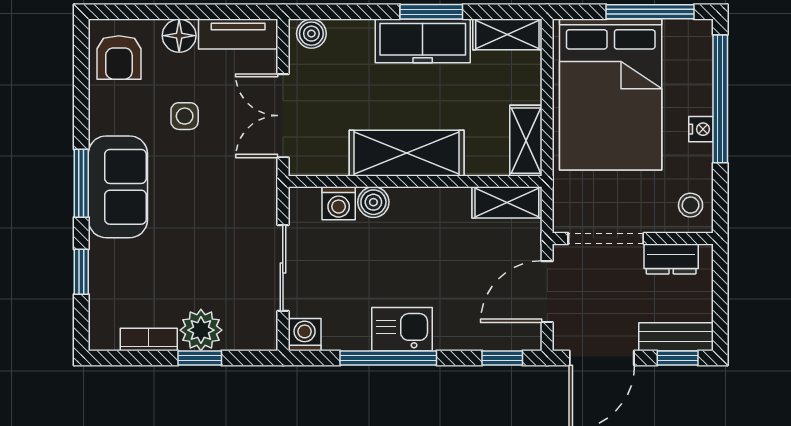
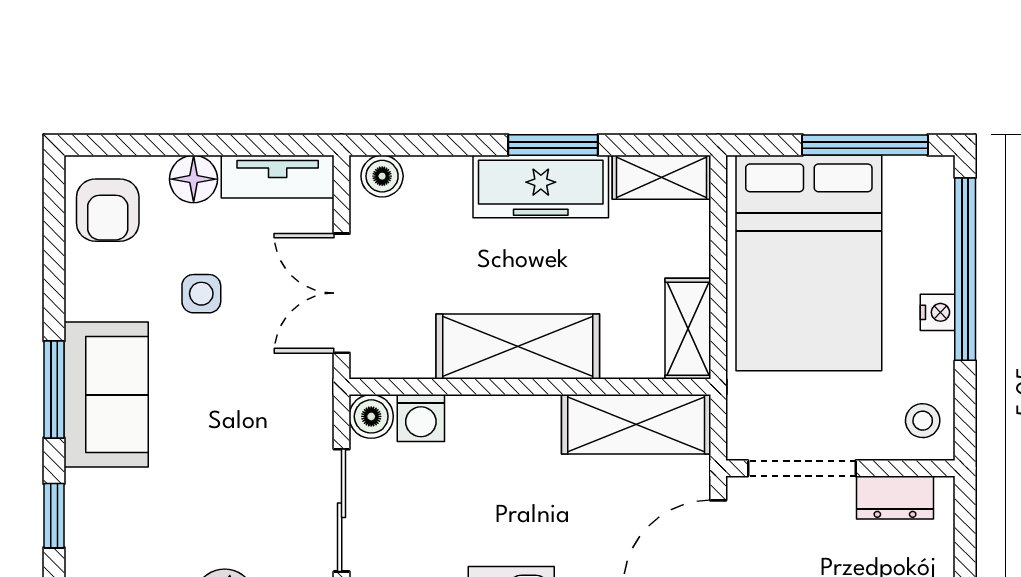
boiler: (373, 202) -> (371, 416), moved
shelving: (507, 202) -> (636, 424), width x1.50, depth x1.33

